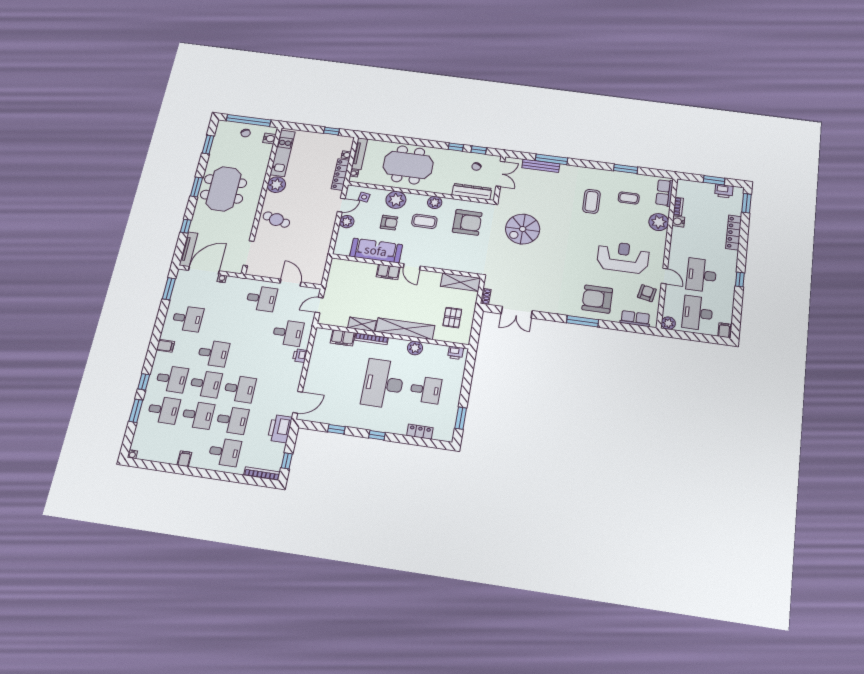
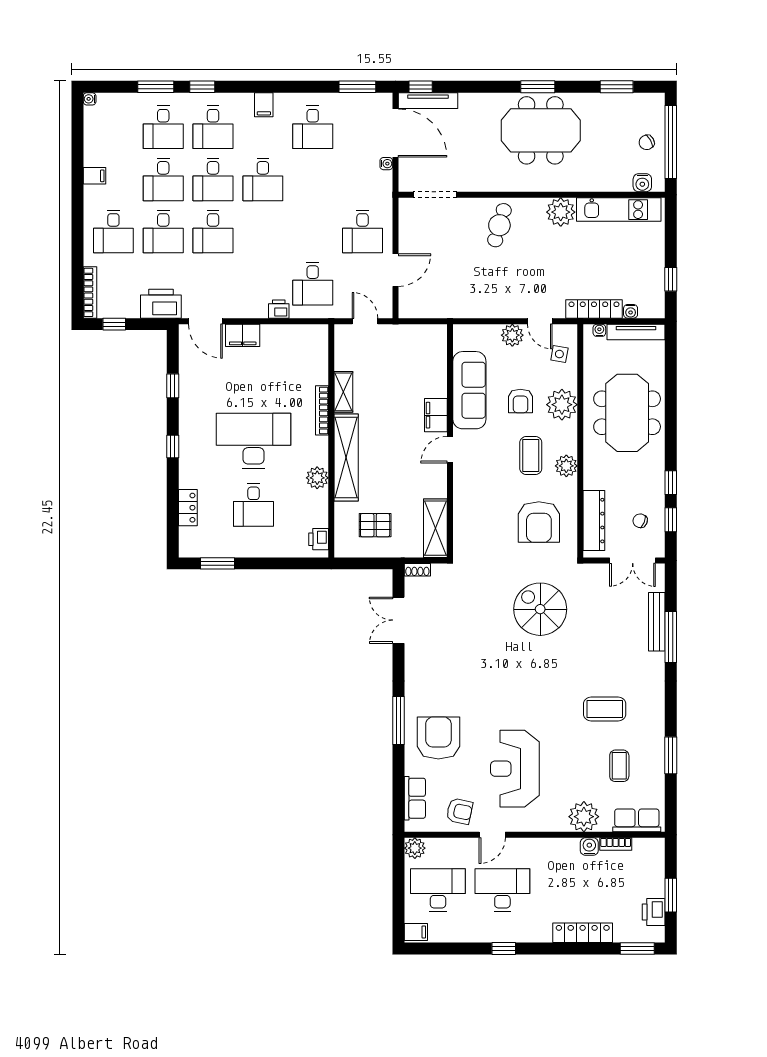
window: (186, 226) -> (421, 87), moved
reception desk: (623, 257) -> (515, 769), turned 180
filing cabinet: (343, 338) -> (243, 335), moved, turned -90

